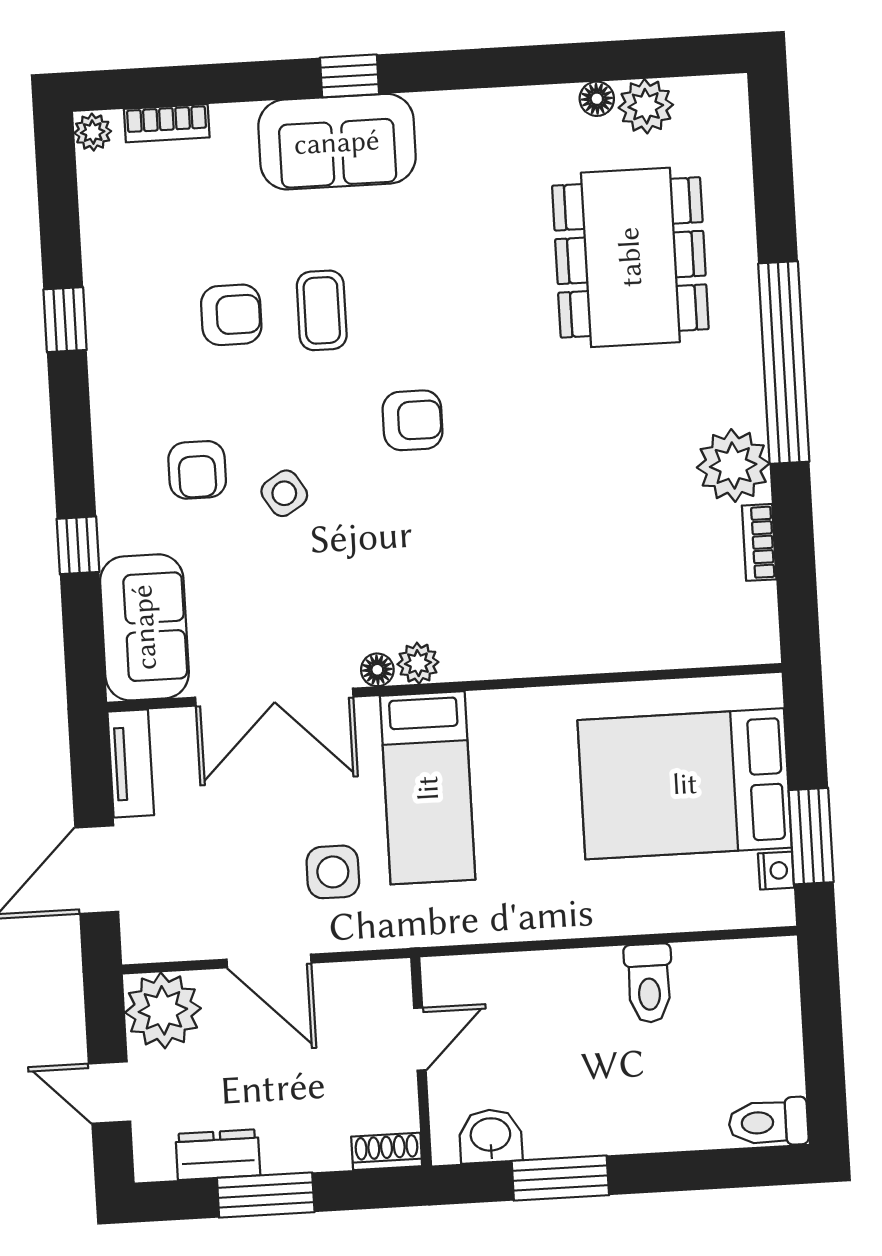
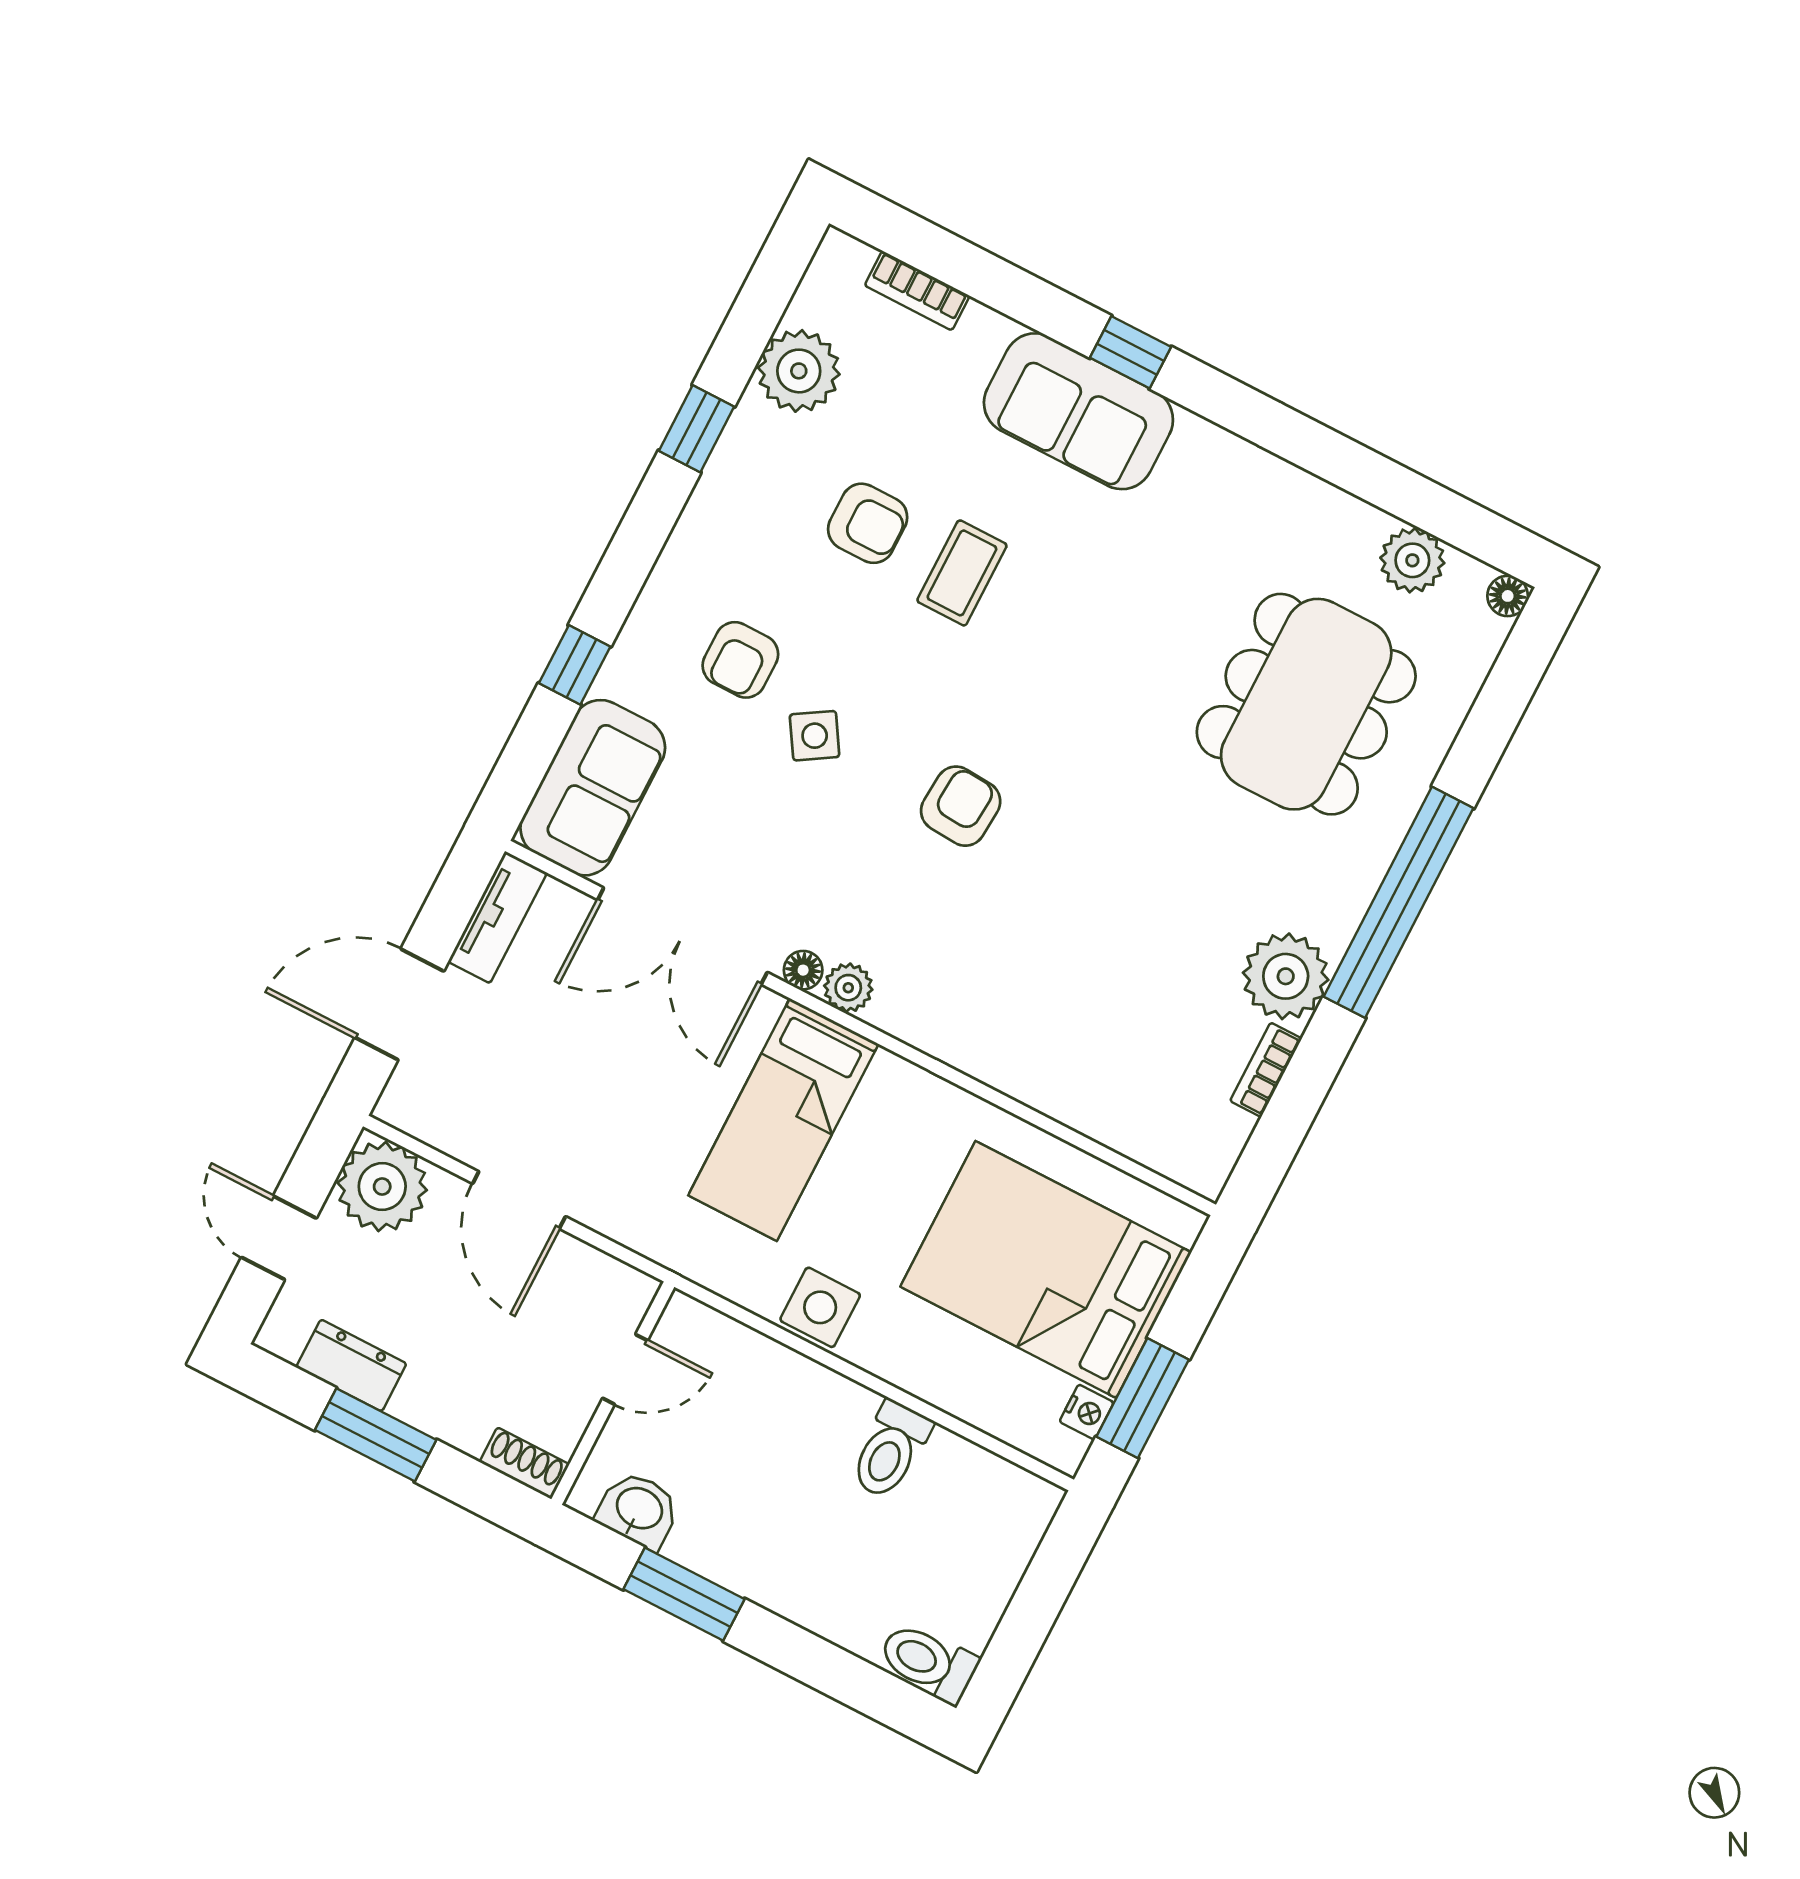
floor lamp: (597, 99) -> (1508, 596), moved
plant: (93, 132) -> (799, 371), moved, width x1.87, depth x1.87
armchair: (413, 420) -> (961, 806), moved, turned -86
side table: (333, 872) -> (820, 1307), moved

